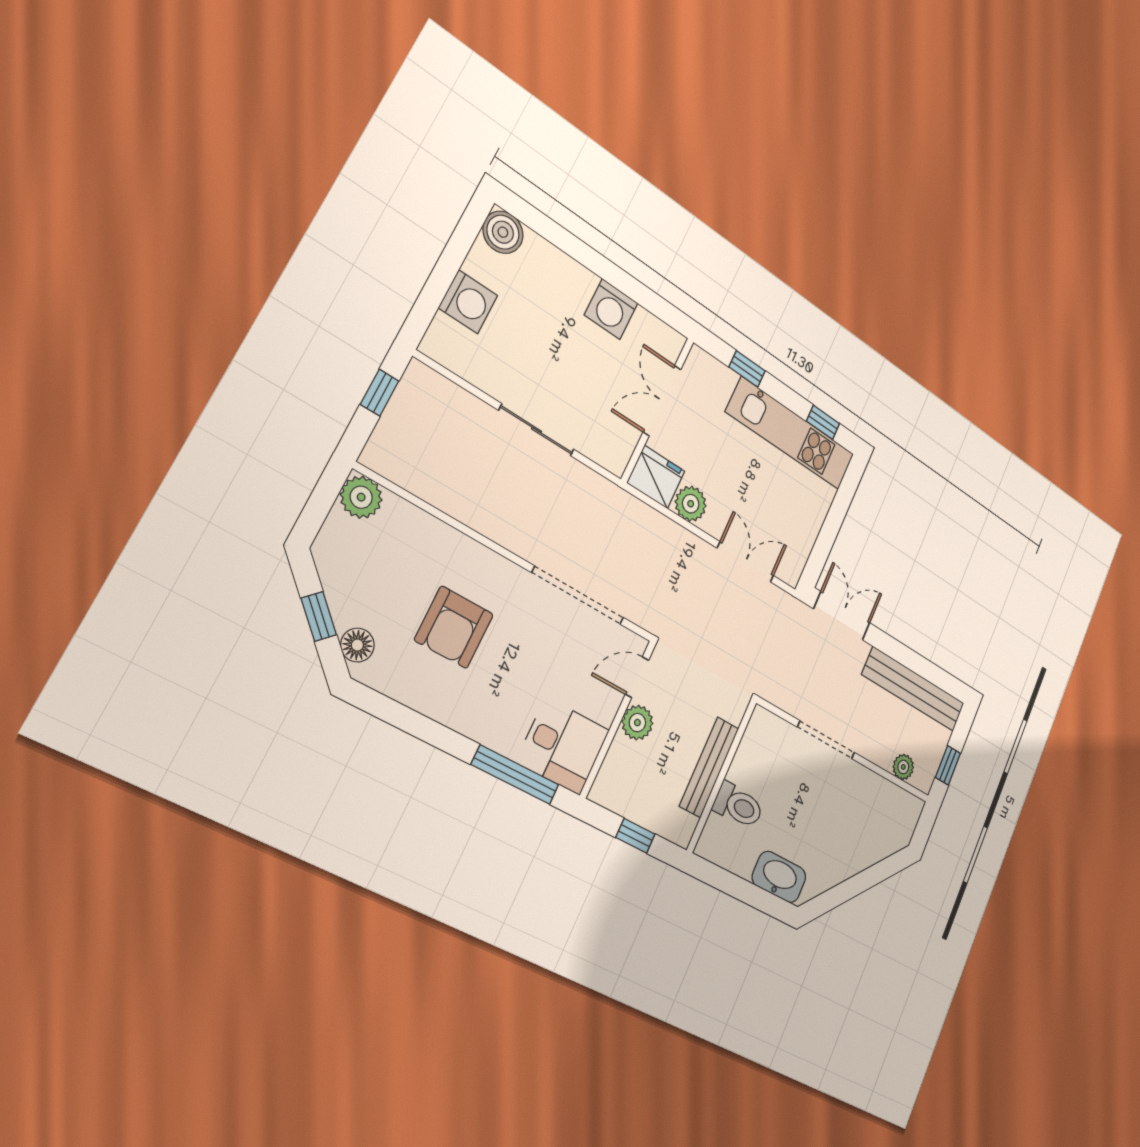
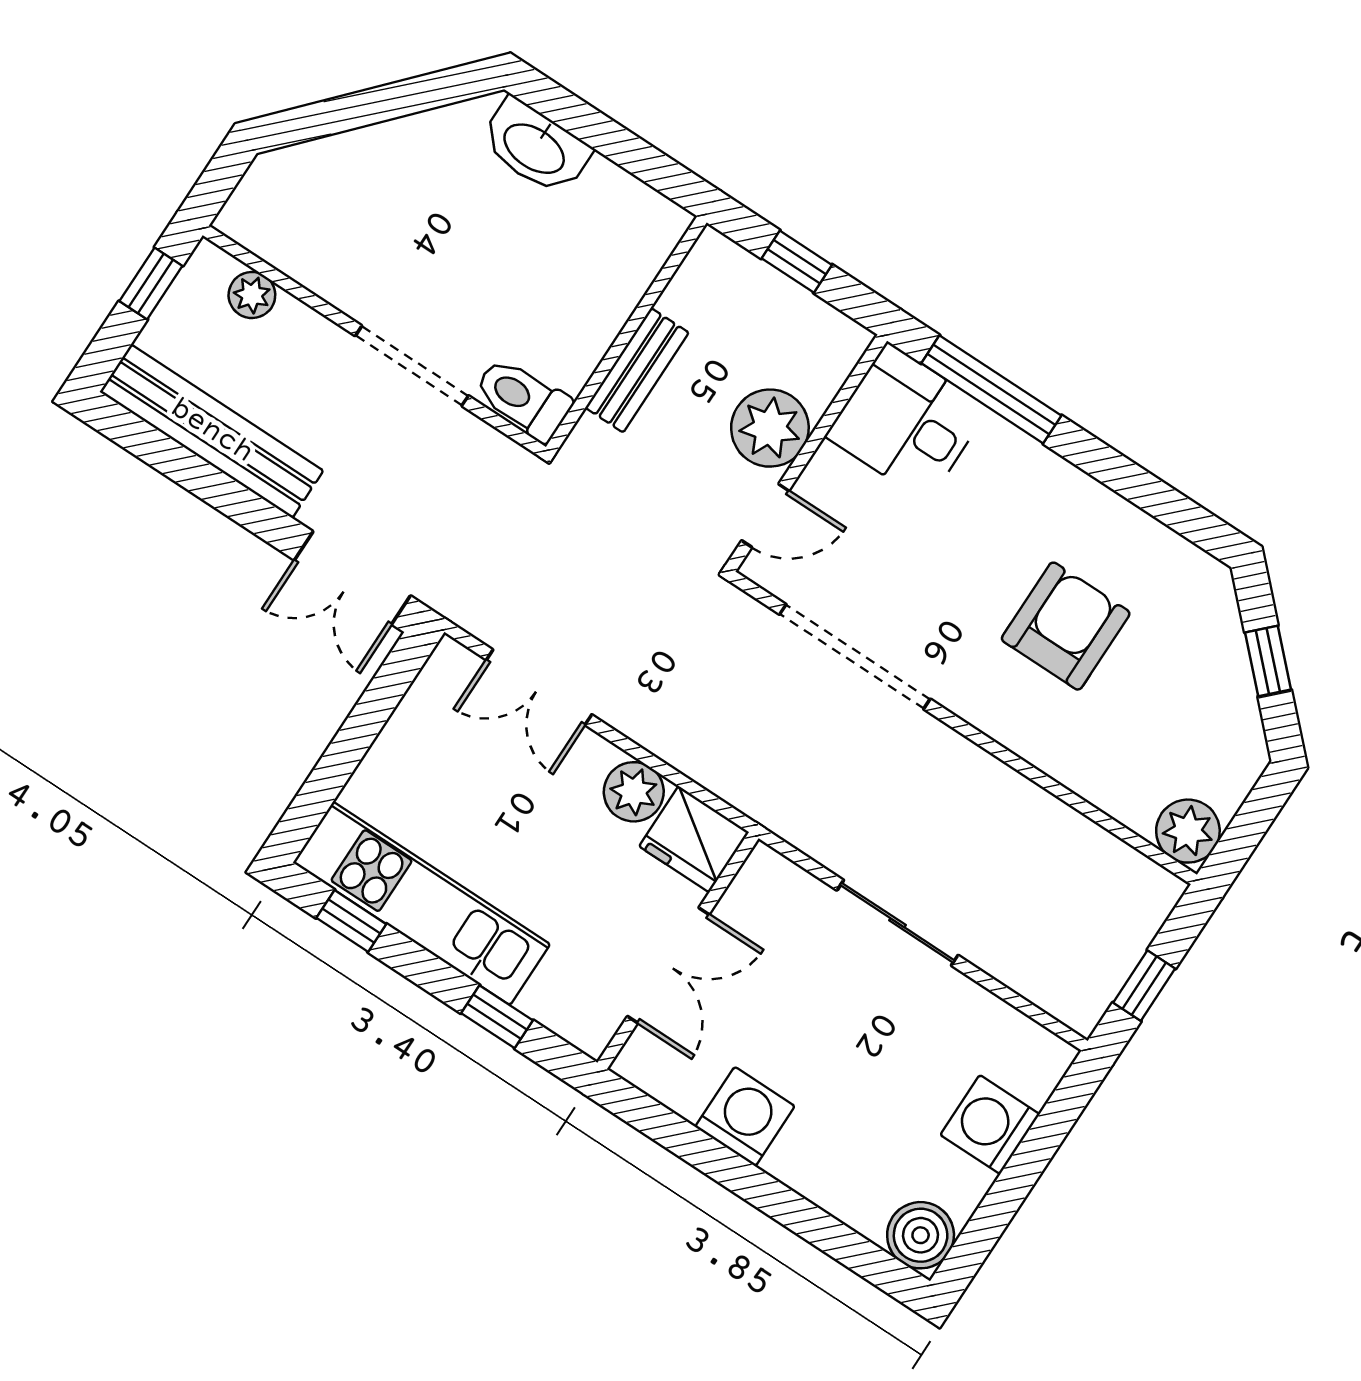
floor lamp: (357, 645) -> (1216, 614), removed
plant: (637, 723) -> (770, 428), width x1.36, depth x1.36
bench: (709, 767) -> (637, 370), width x0.73
toilet: (738, 805) -> (523, 399), moved

